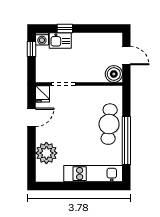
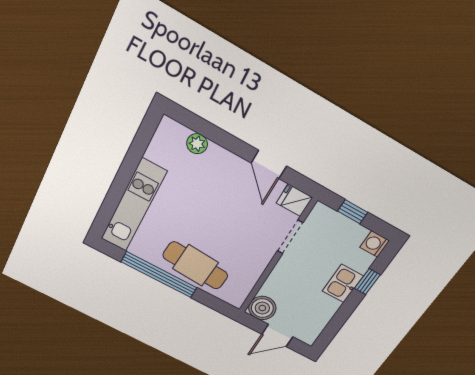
kitchen sink: (60, 40) -> (343, 284), moved
window: (32, 49) -> (353, 212), moved
plant: (46, 153) -> (197, 144), width x0.53, depth x0.53

